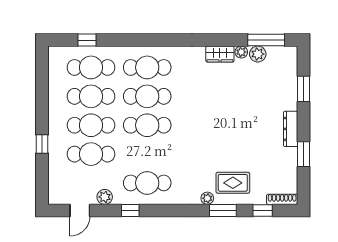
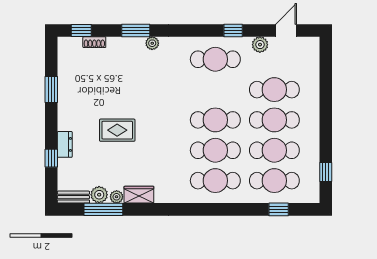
window: (266, 40) -> (103, 209), moved
bench: (282, 52) -> (73, 197), added
window: (303, 89) -> (51, 158), width x0.67
dresser: (291, 129) -> (65, 144), moved, width x0.70
window: (42, 144) -> (326, 172), moved
rug: (233, 183) -> (117, 130), moved
shoe rack: (282, 199) -> (94, 42), moved, width x0.70
window: (263, 210) -> (81, 30), moved

